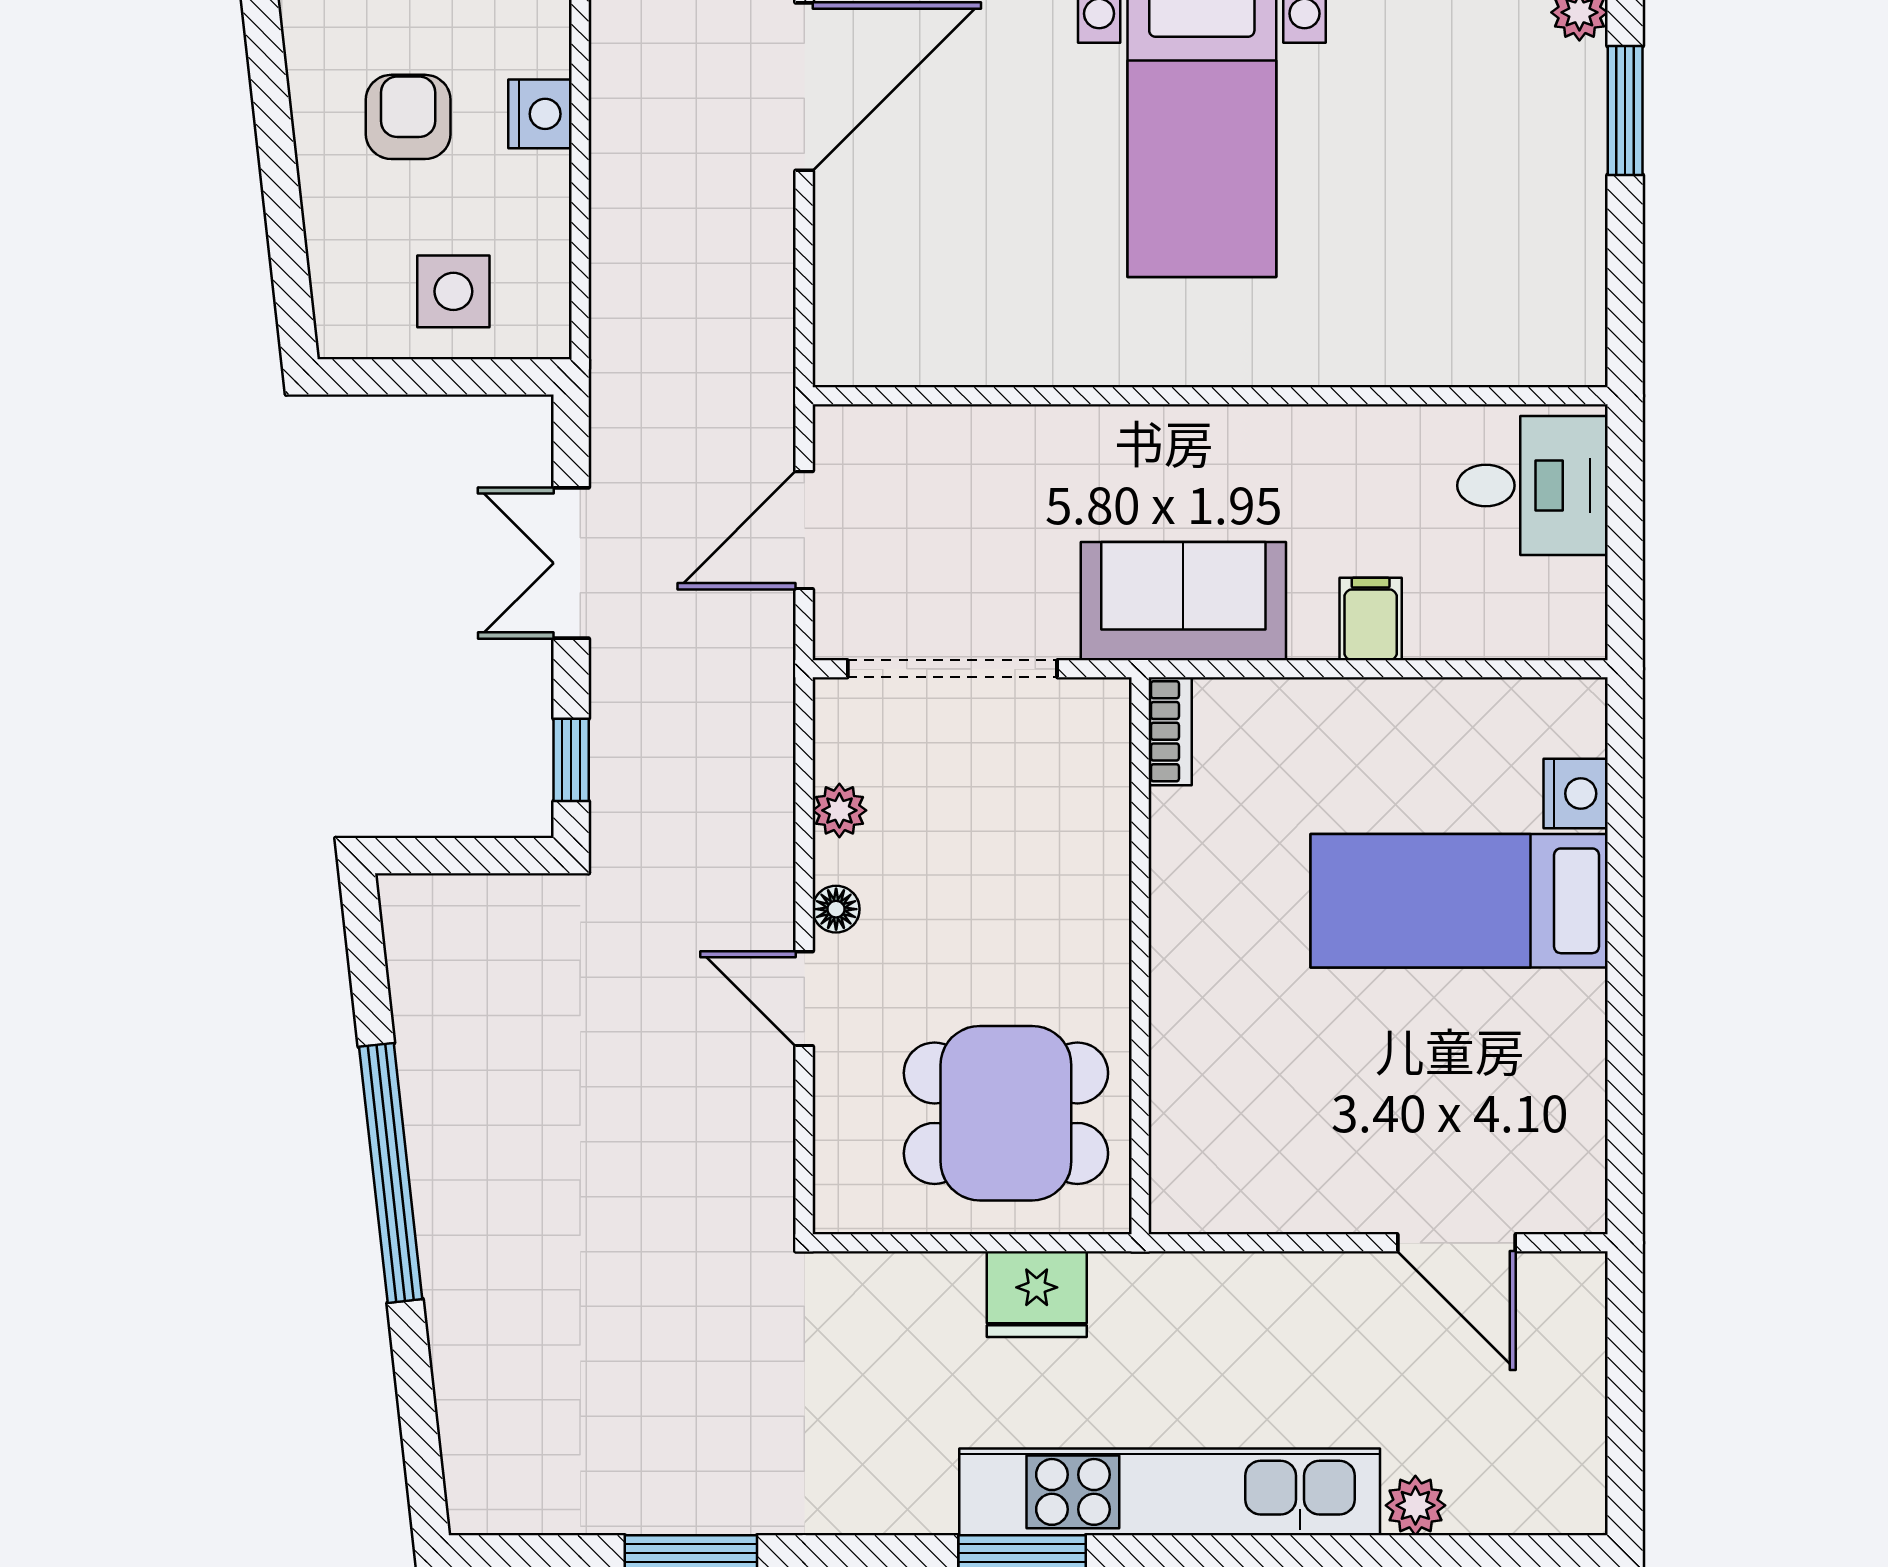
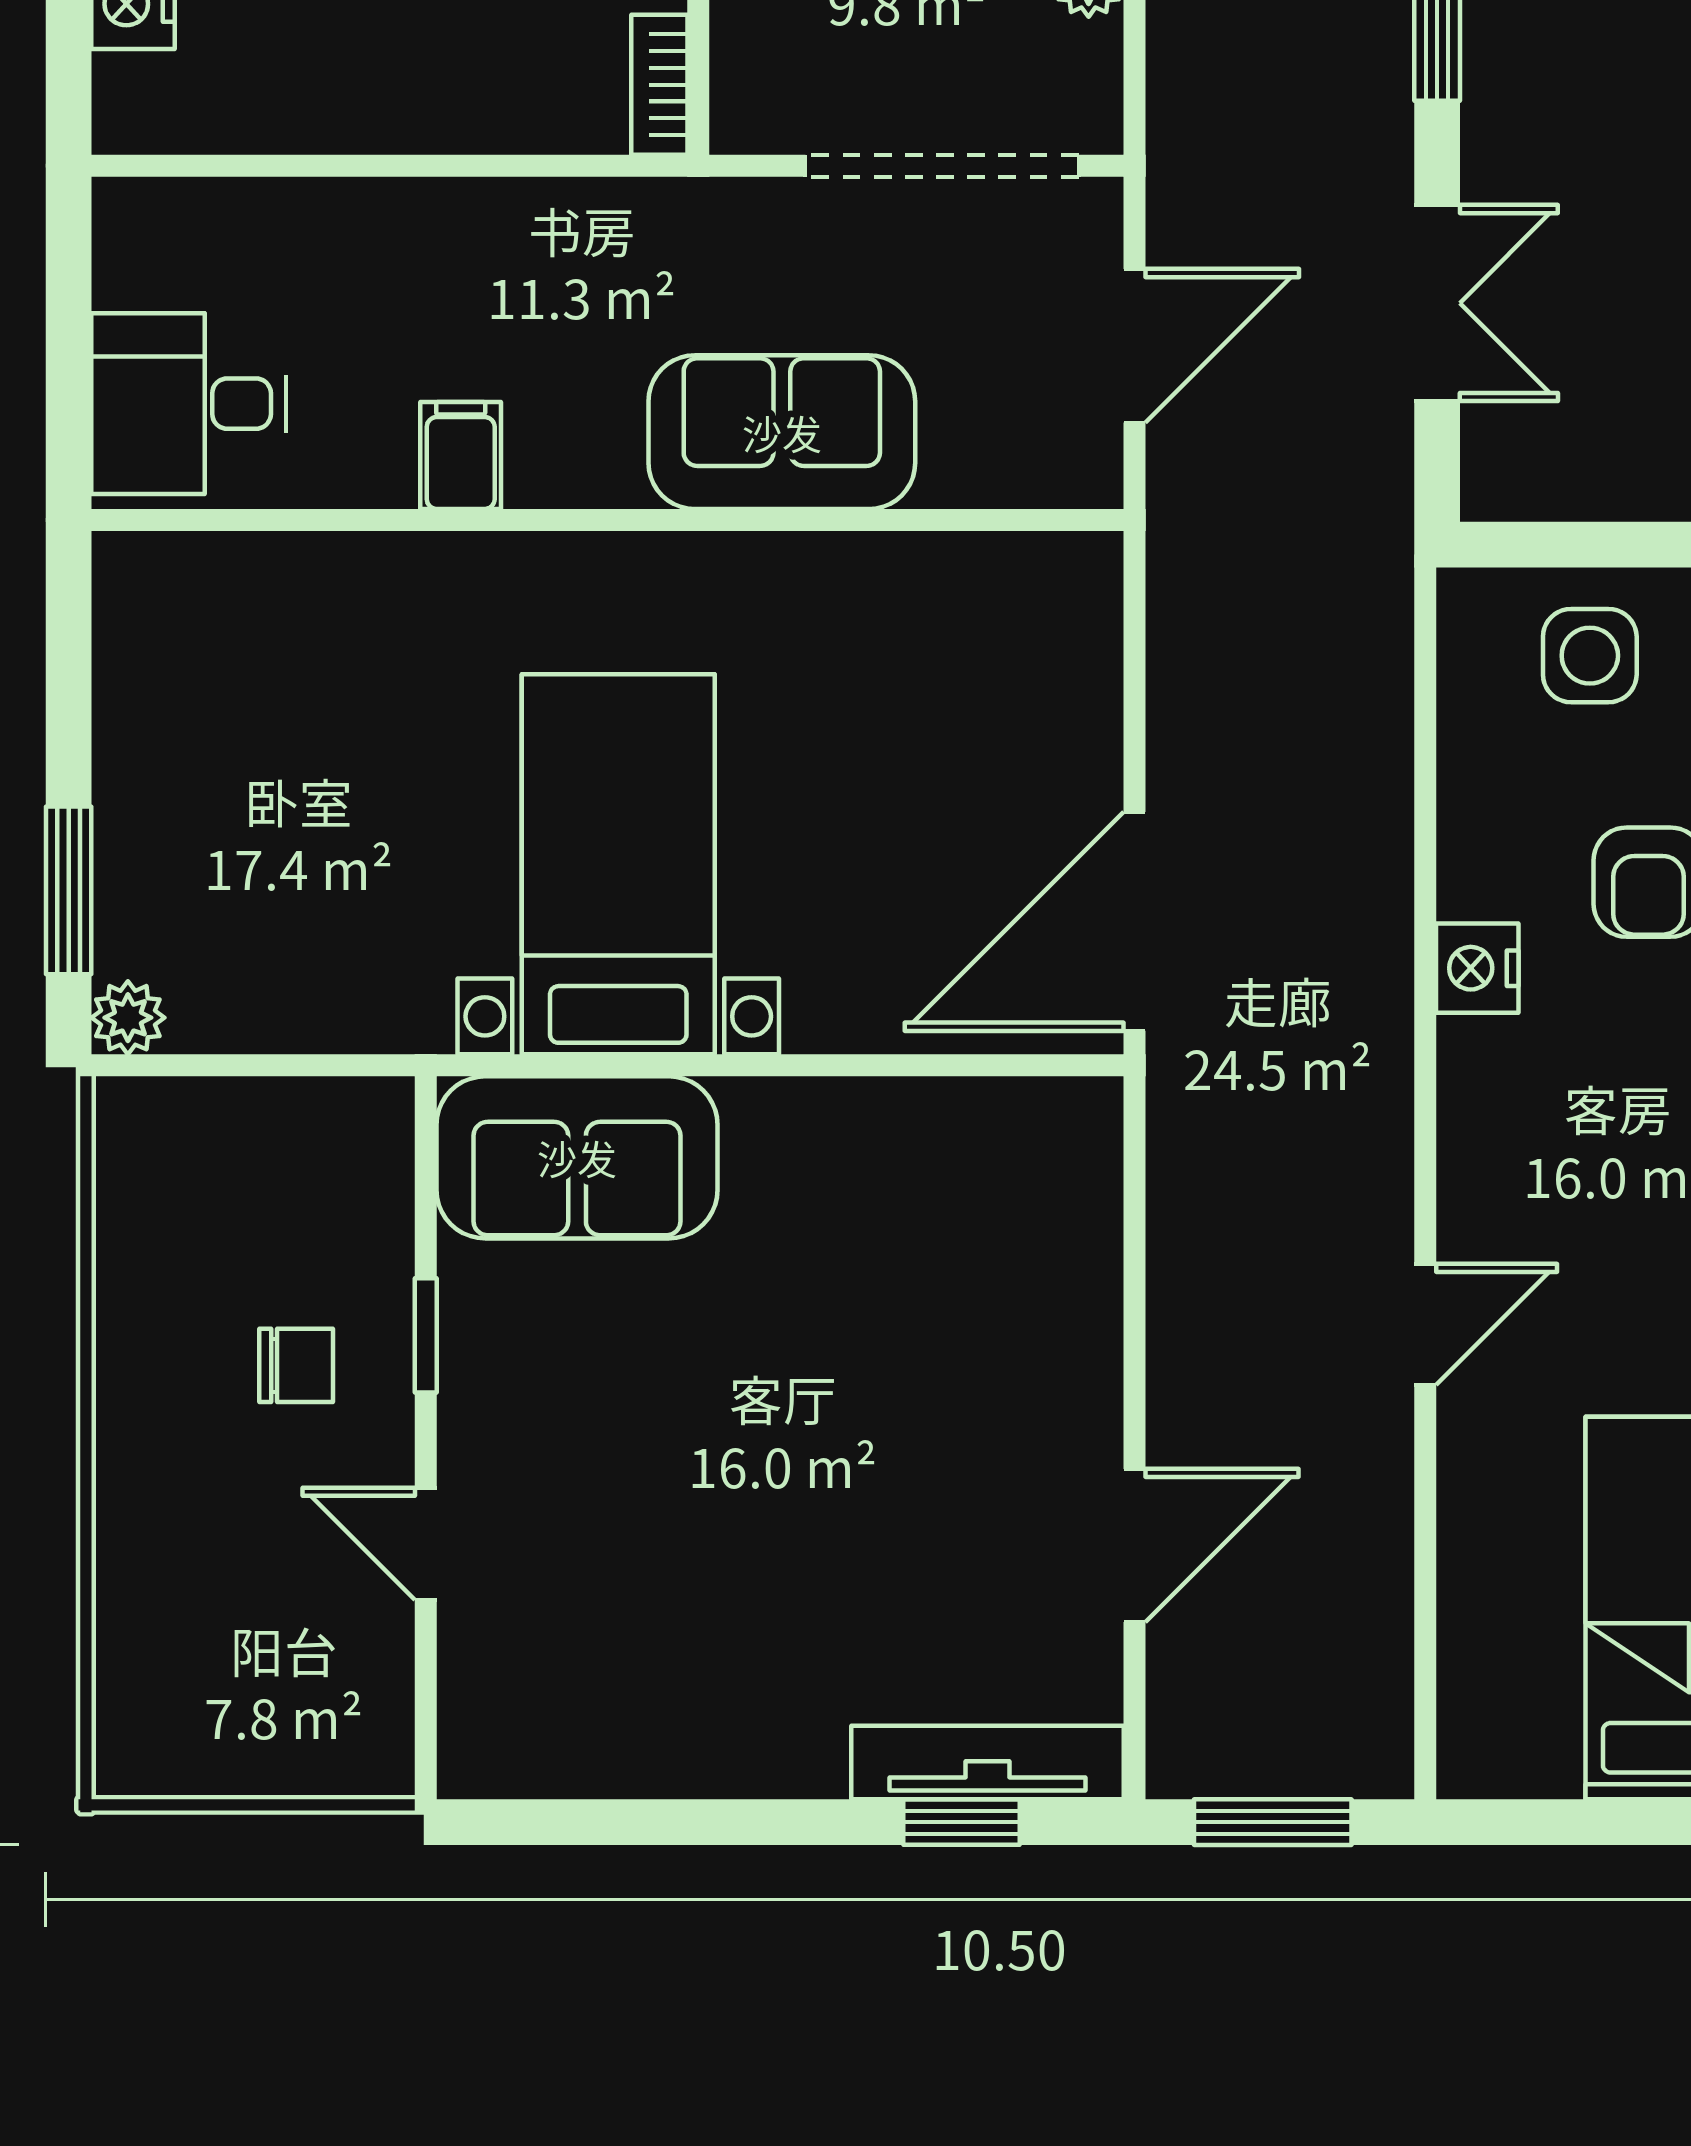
nightstand: (540, 114) -> (1477, 968), moved
sofa: (1183, 601) -> (782, 432), moved, turned 180
filing cabinet: (1371, 619) -> (461, 455), moved, turned 180

